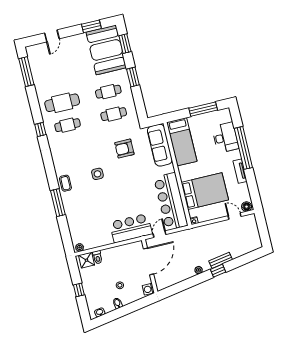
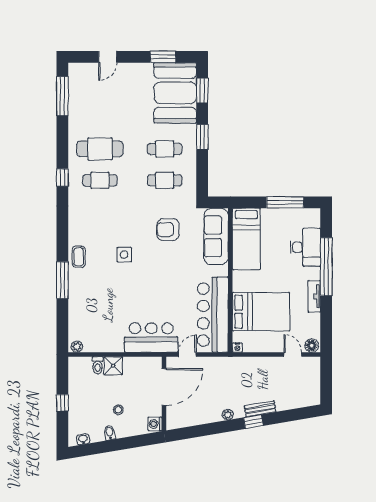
shower: (86, 260) -> (113, 366), moved

